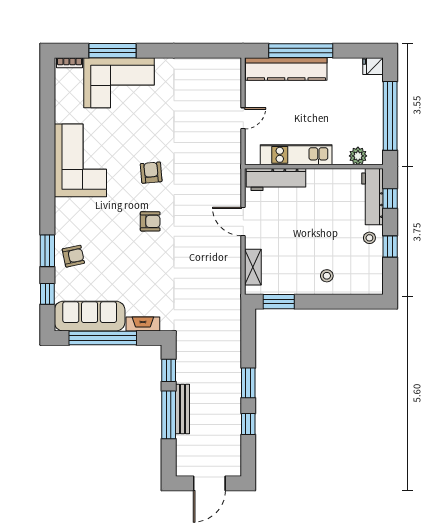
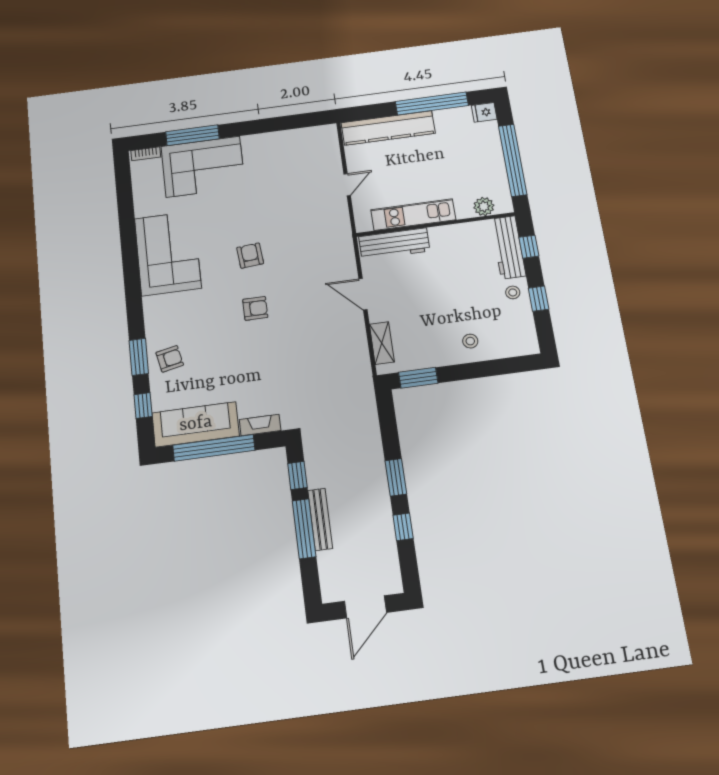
window: (301, 51) -> (432, 104), moved

